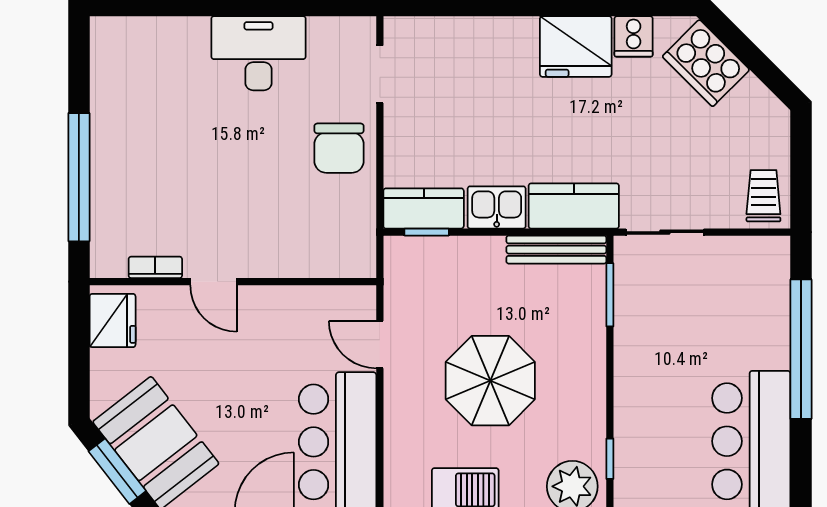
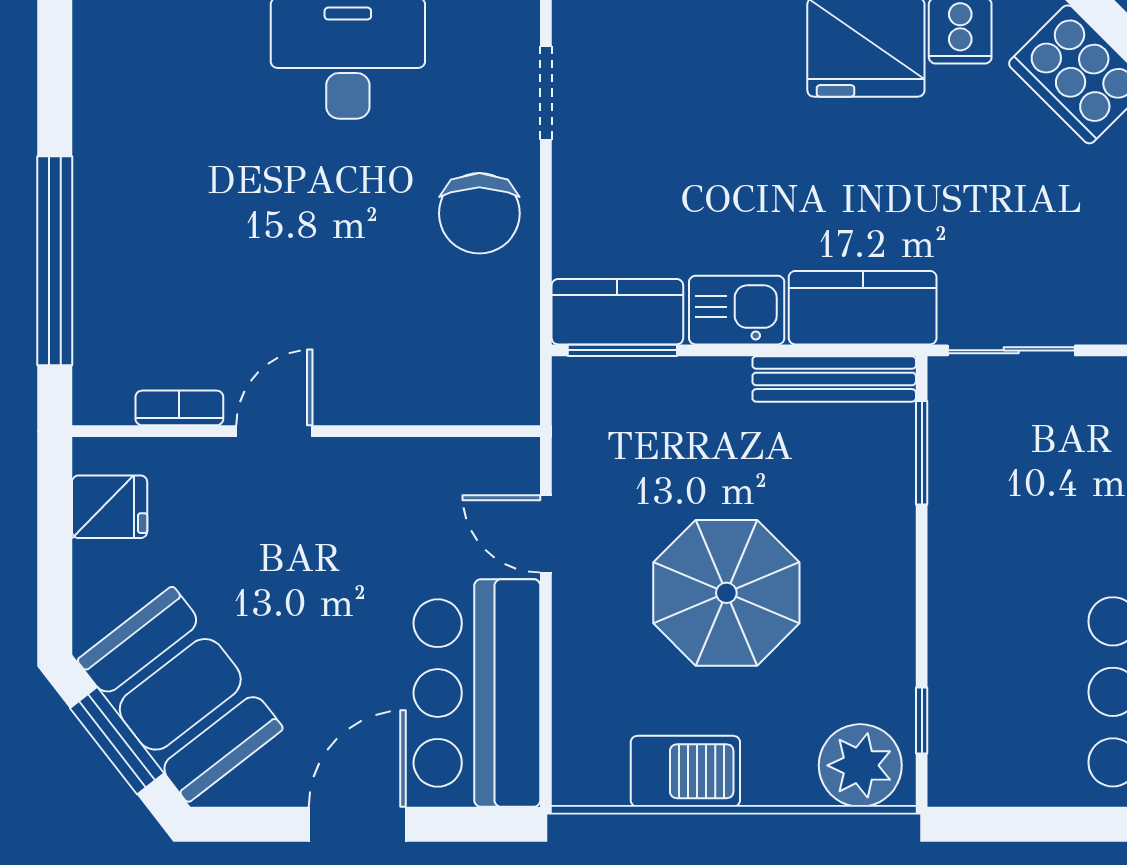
window: (427, 232) -> (622, 350), width x1.50
door: (214, 282) -> (274, 431), swing flipped
fridge: (113, 320) -> (110, 507), width x0.72

